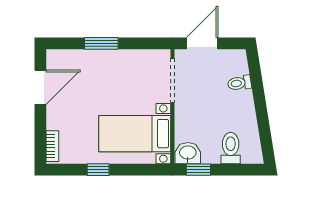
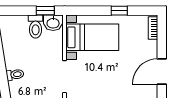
toilet: (231, 148) -> (36, 27), moved

